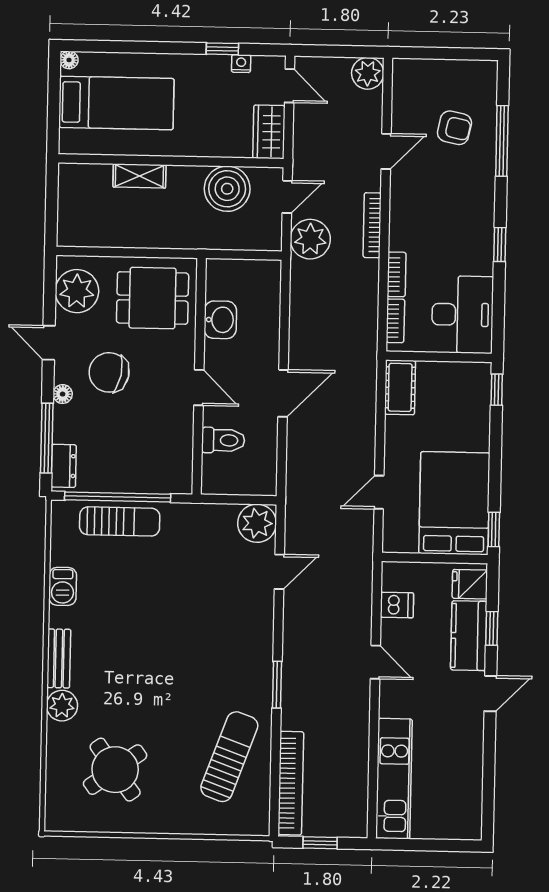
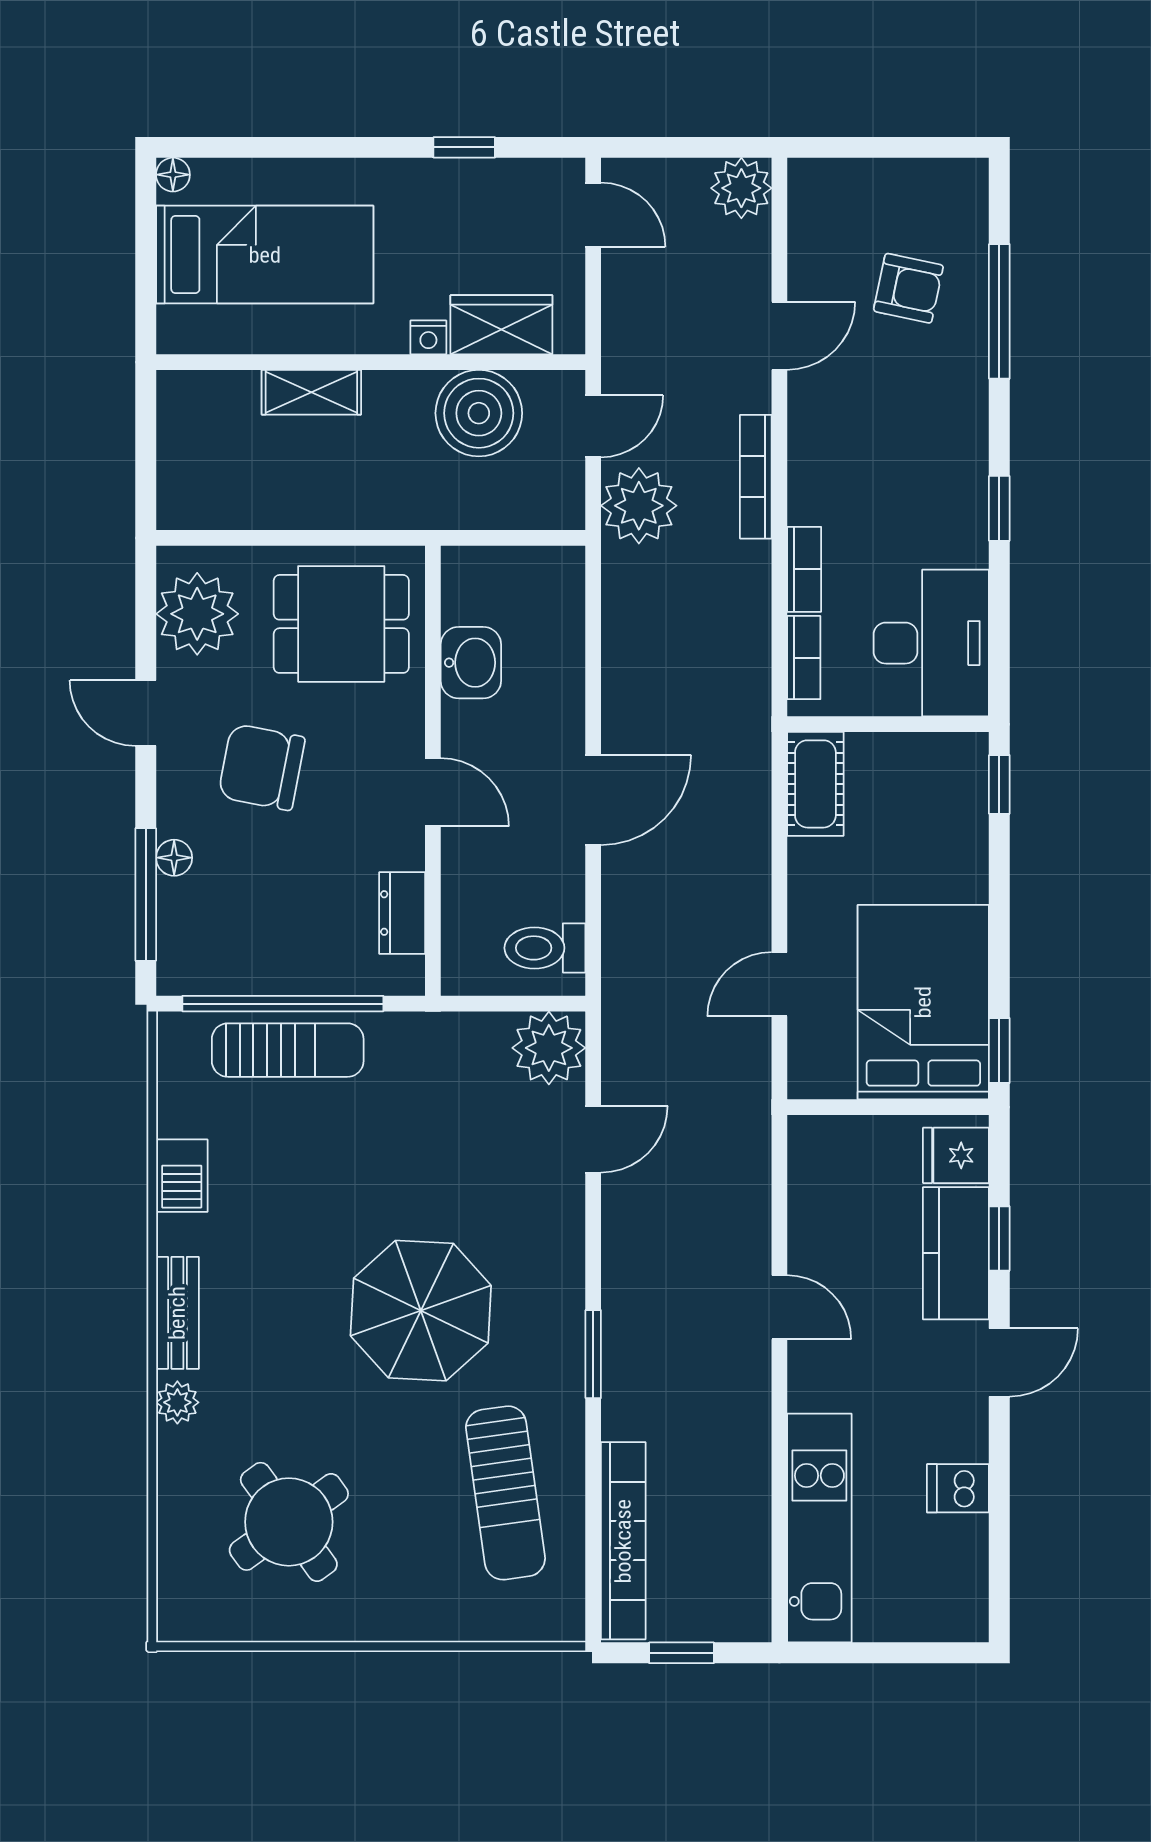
nightstand: (241, 64) -> (428, 337), moved, turned 180
wardrobe: (269, 132) -> (501, 325), moved, turned 90
floor lamp: (63, 394) -> (174, 858), moved
toilet: (223, 440) -> (545, 948), moved, turned 180
dresser: (64, 466) -> (402, 913), moved, turned 180
dishwasher: (397, 605) -> (958, 1488), moved, turned 180
parasol: (187, 660) -> (421, 1311), added
plant: (62, 706) -> (177, 1402), width x0.73, depth x0.73
sun lounger: (229, 757) -> (505, 1493), turned 152

